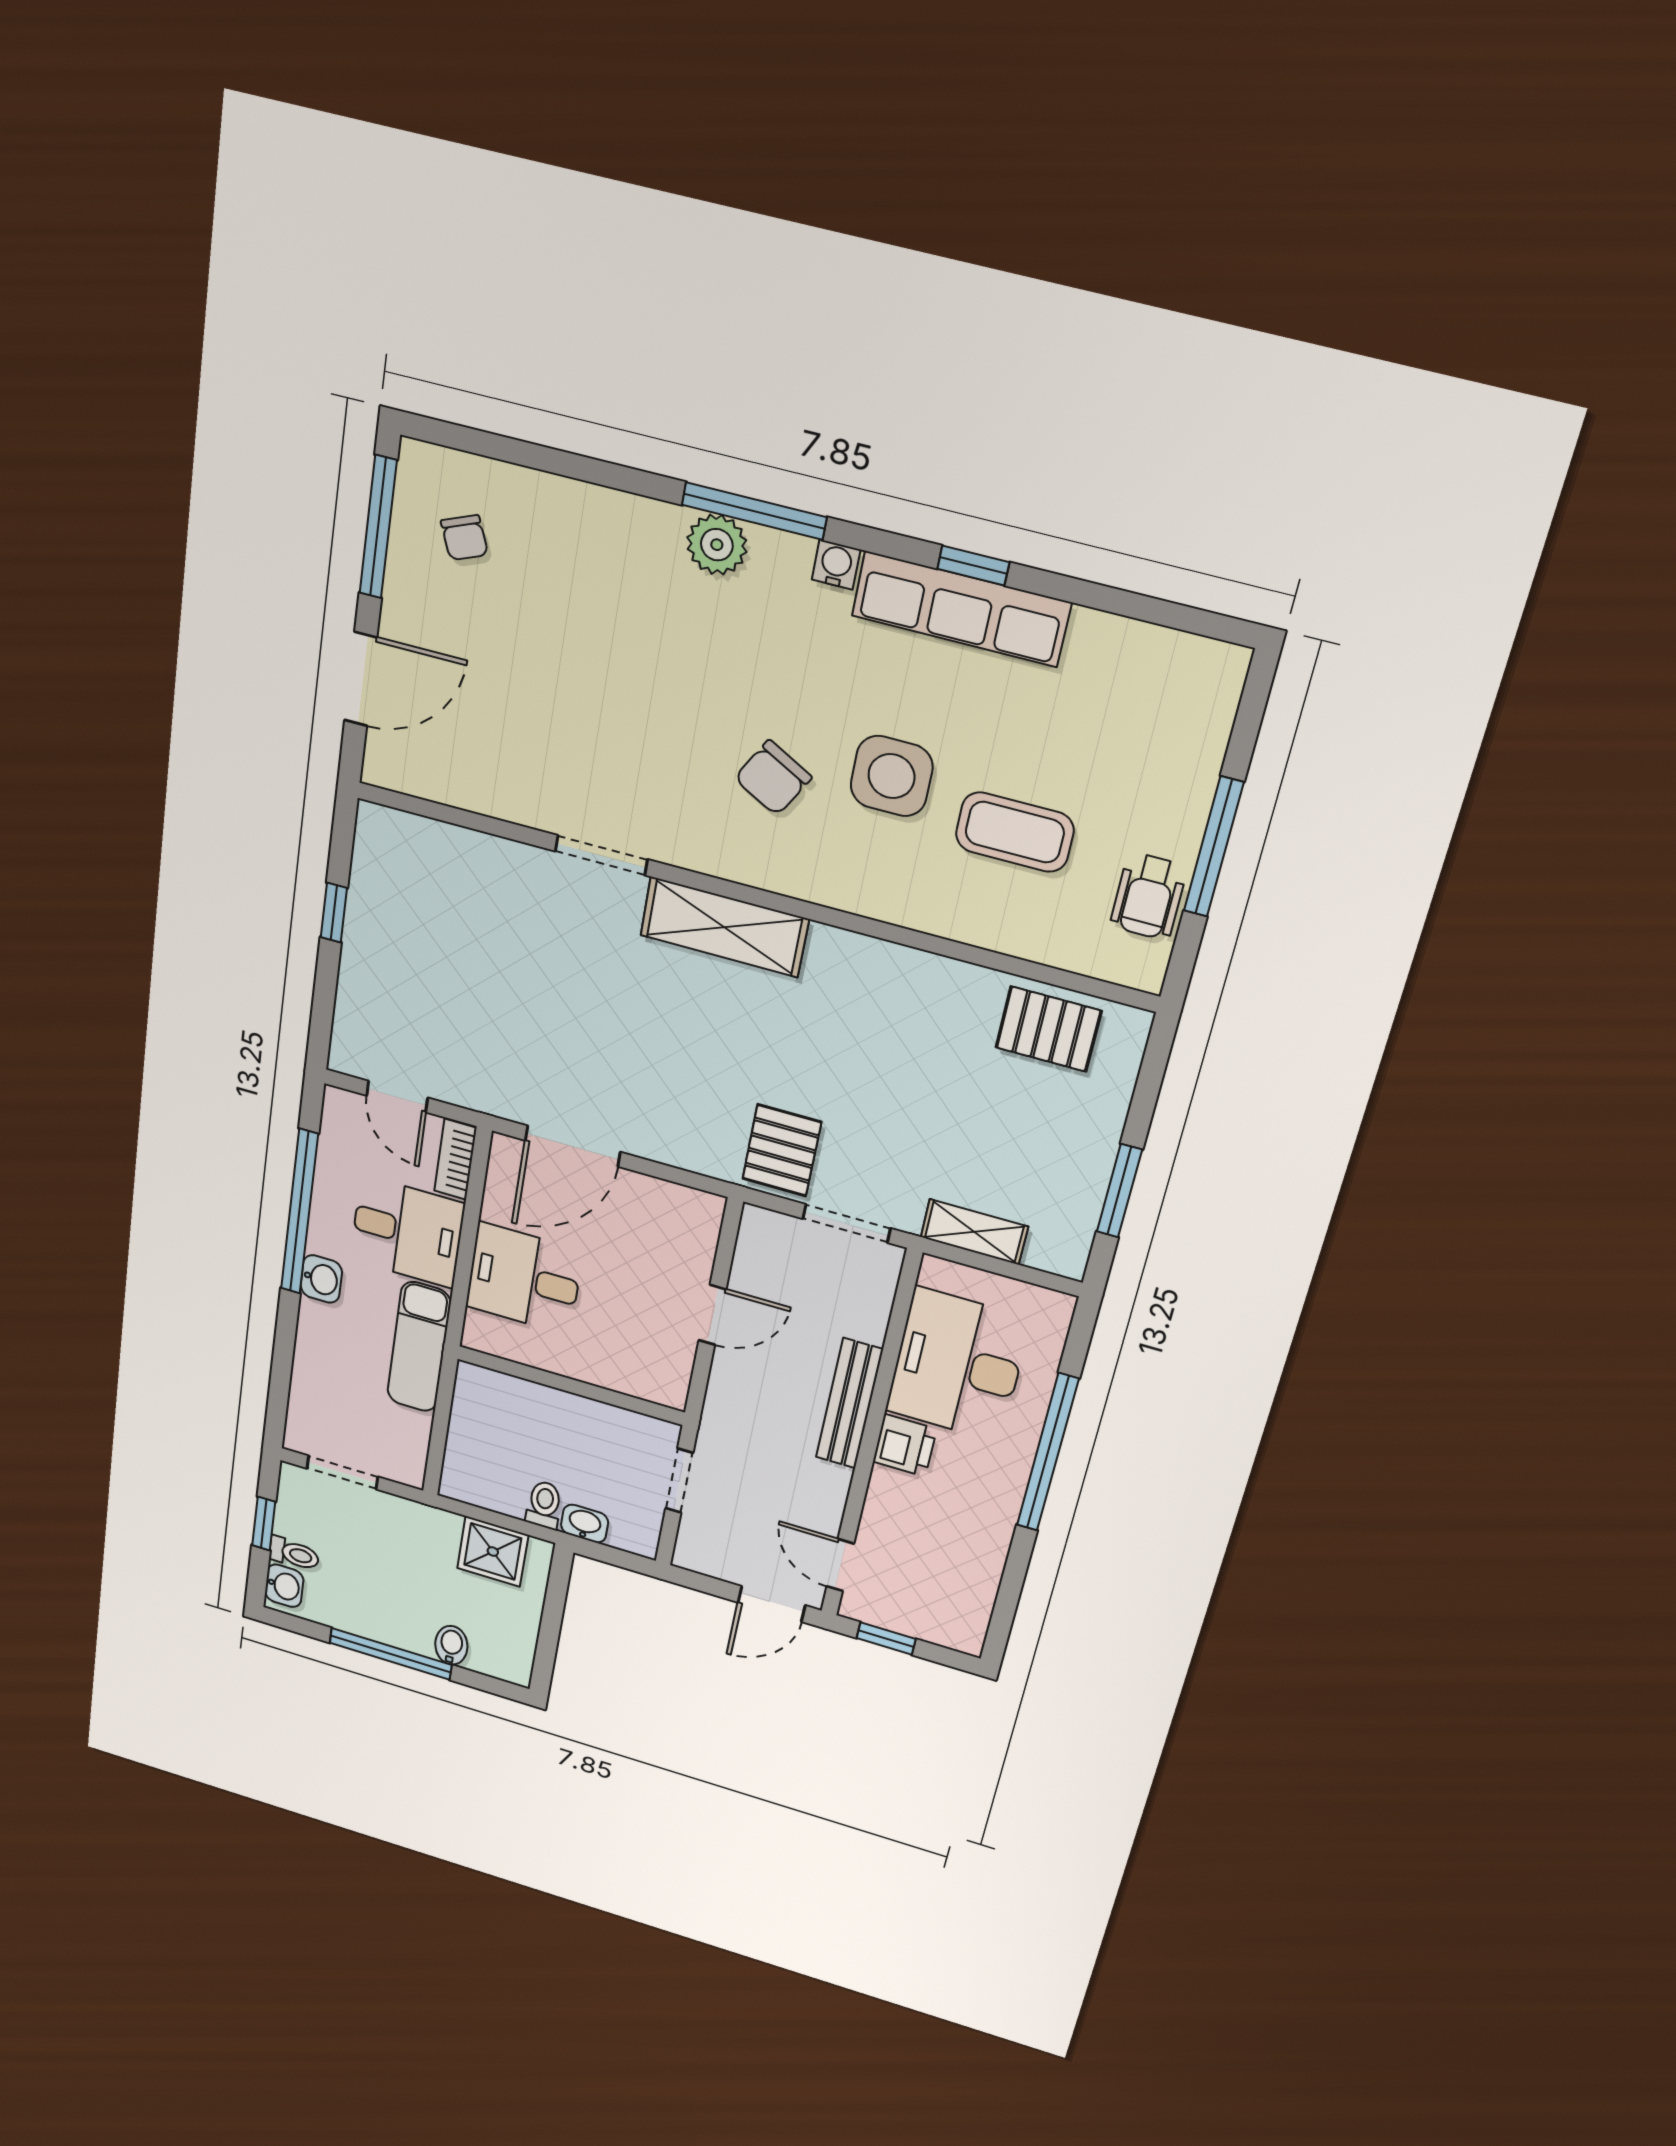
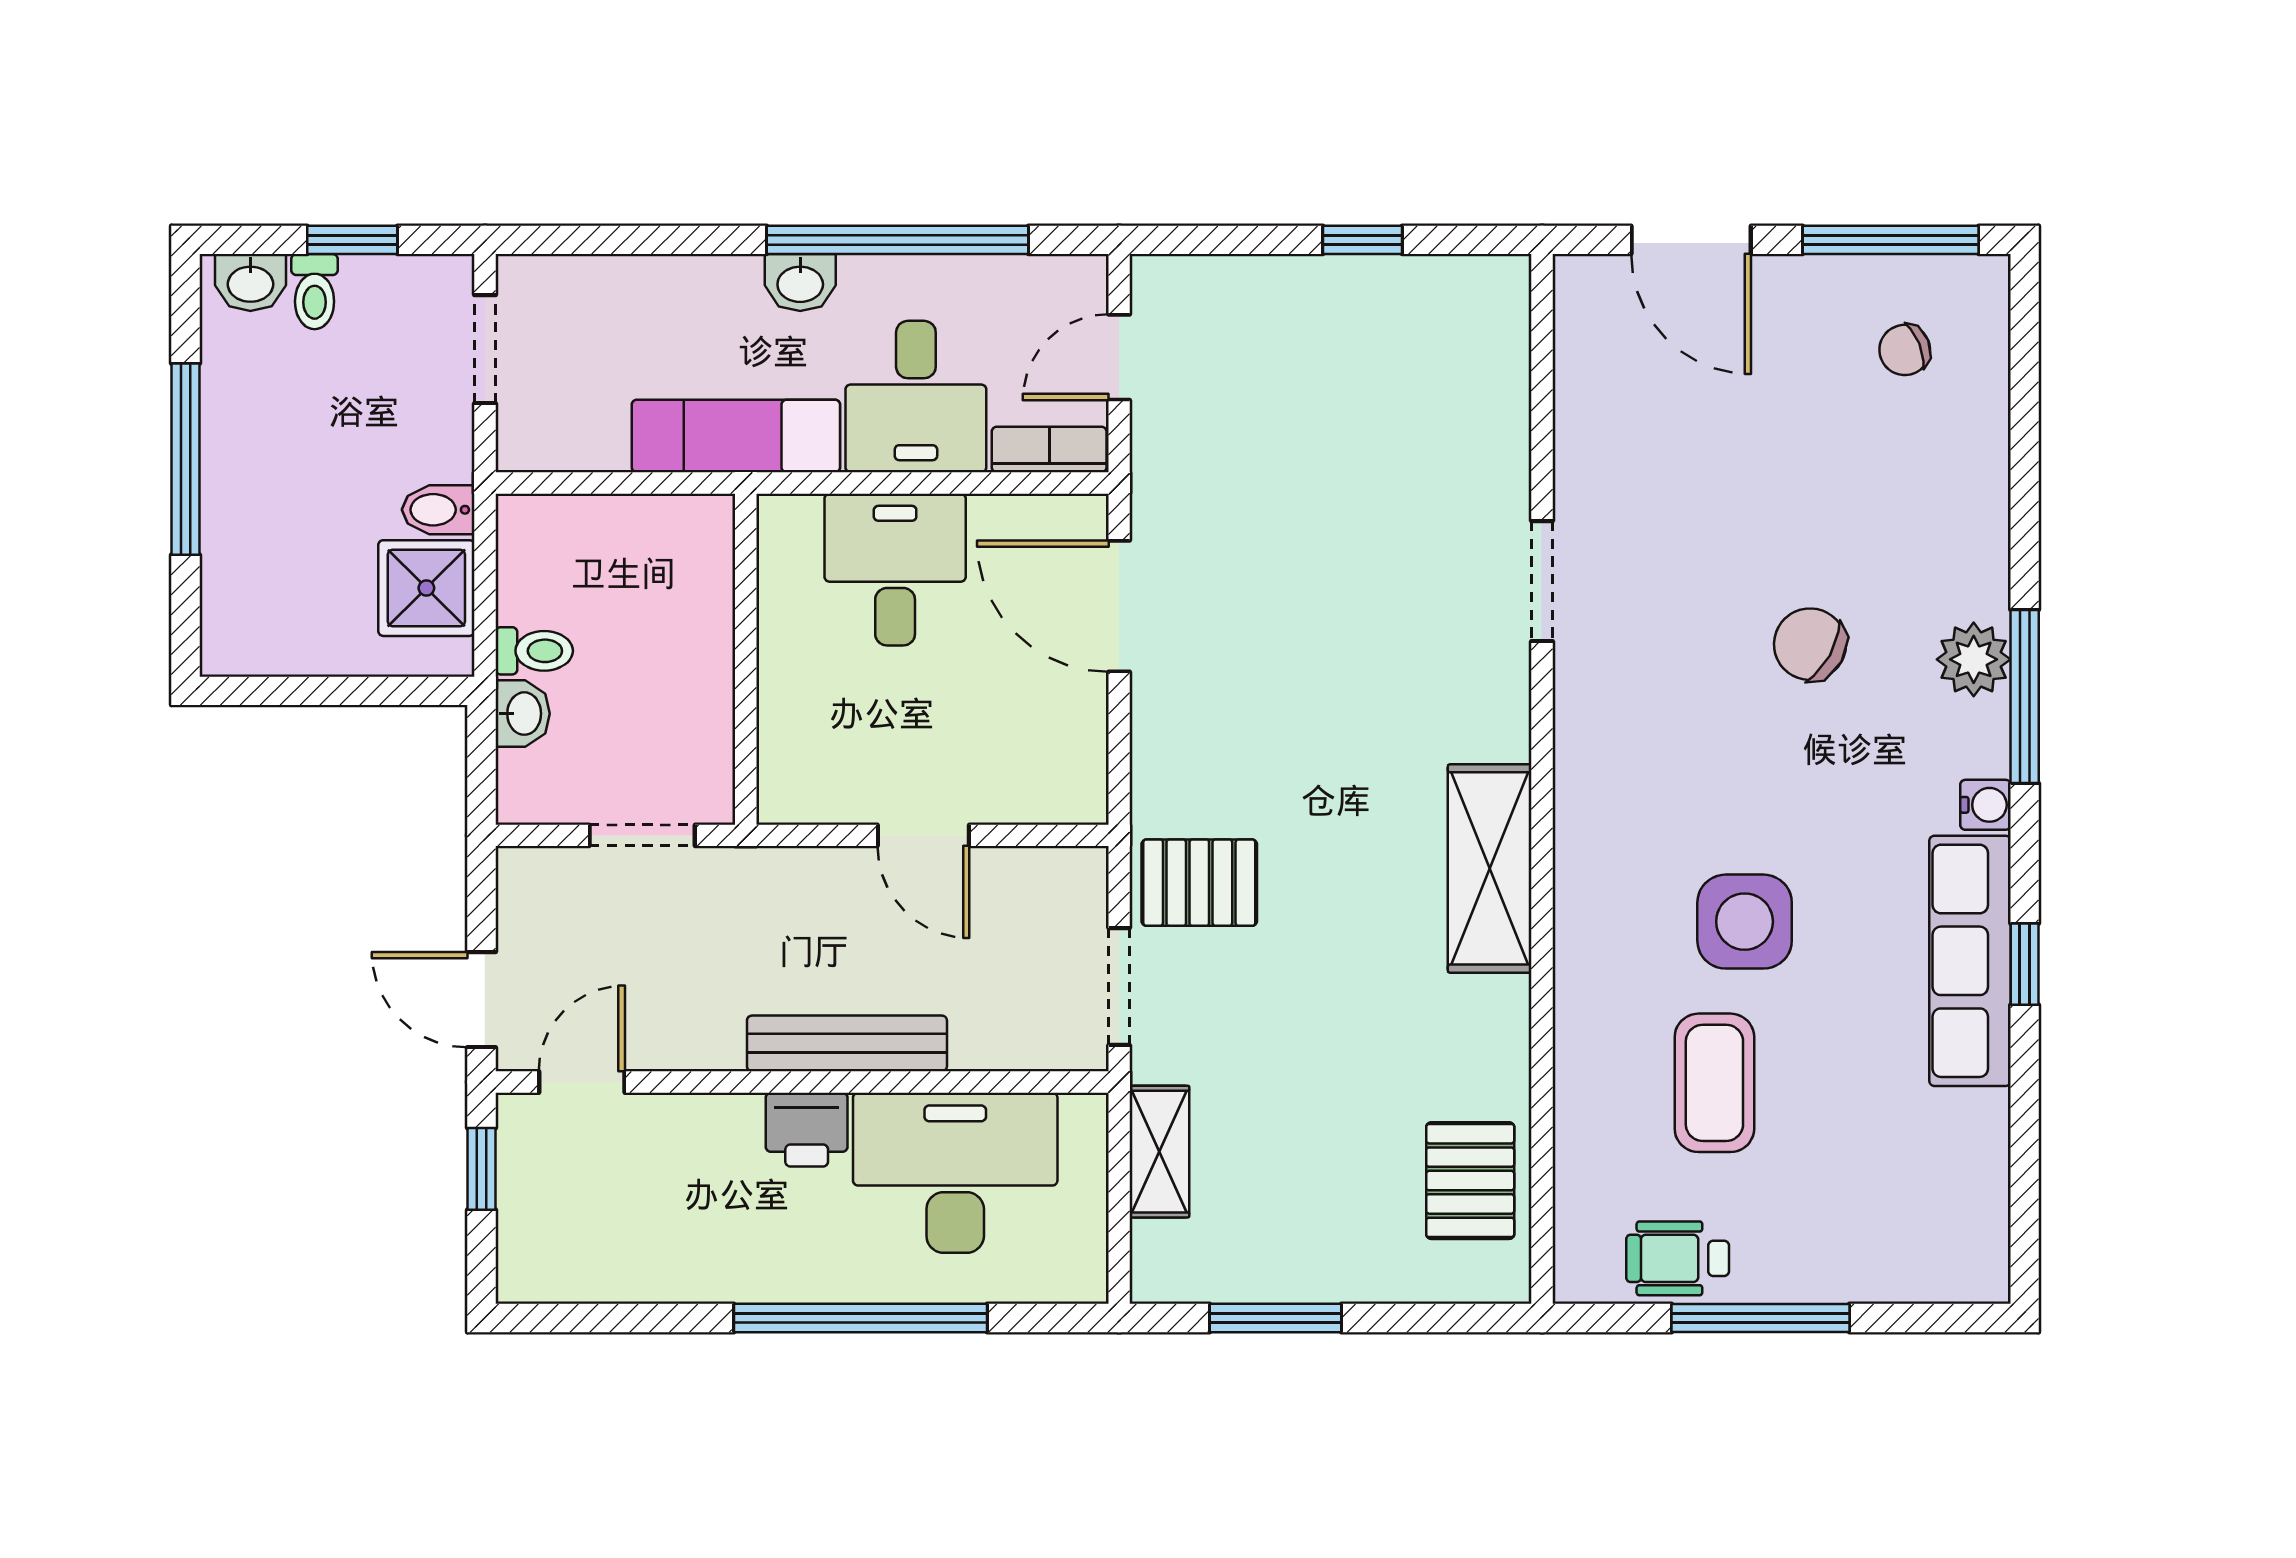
chair: (773, 778) -> (1810, 644), moved
shelving: (724, 927) -> (1490, 868), moved
bidet: (451, 1645) -> (438, 510), moved, turned 180

